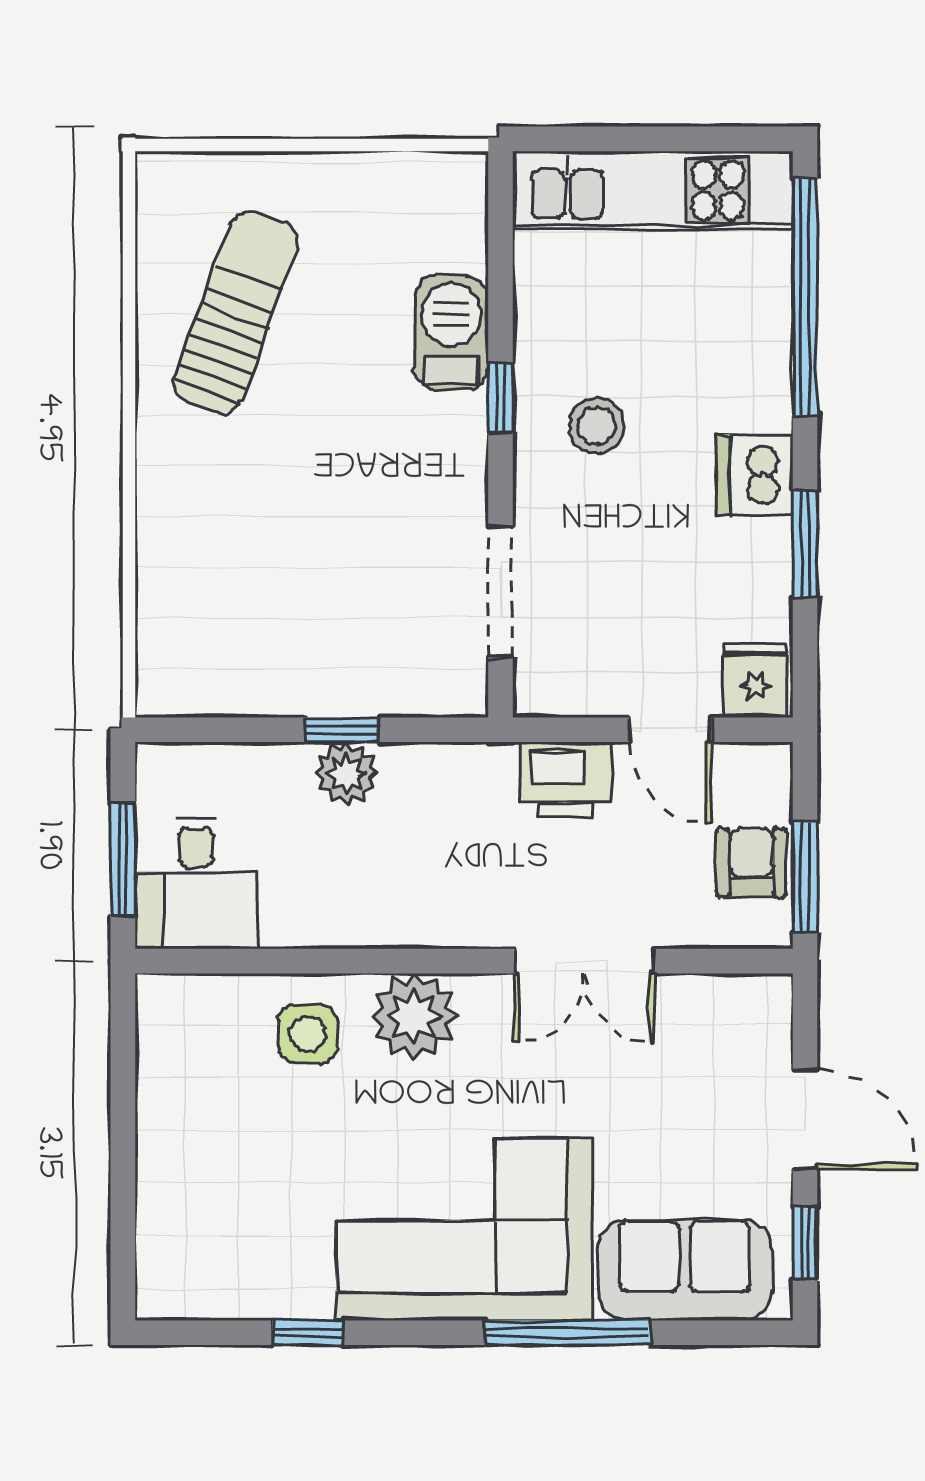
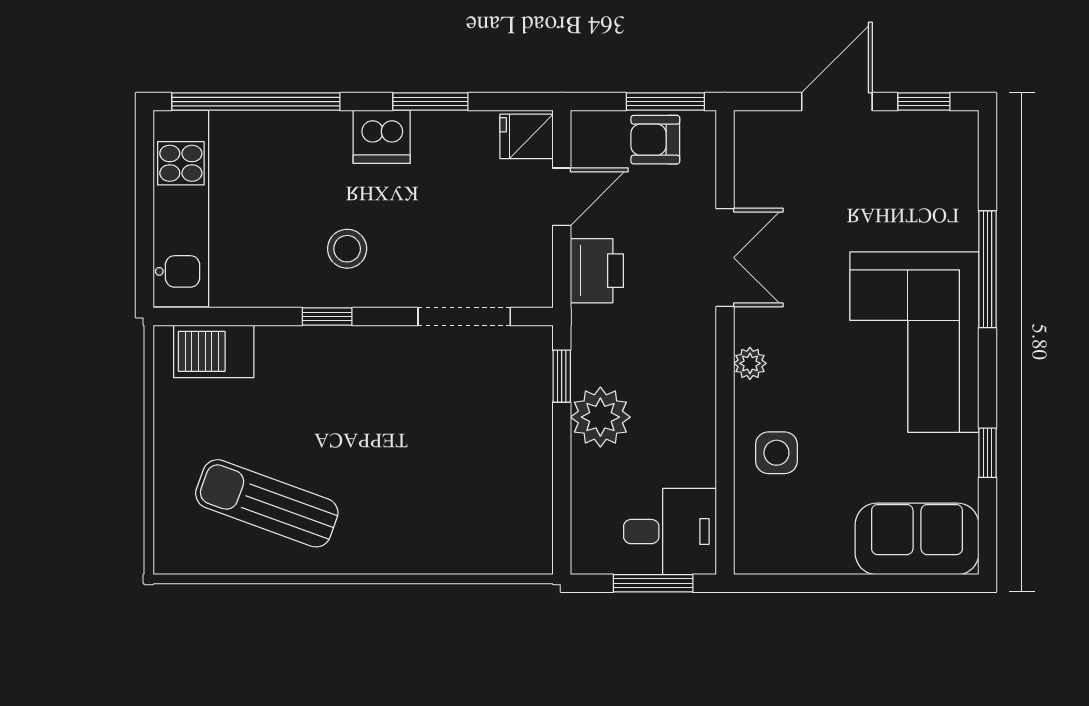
barbecue: (451, 333) -> (214, 351), moved
window: (342, 730) -> (562, 376), moved
plant: (347, 773) -> (600, 417), width x1.36, depth x1.36
plant: (414, 1017) -> (750, 363), width x0.53, depth x0.53
sofa: (685, 1270) -> (917, 539), moved, turned 90

